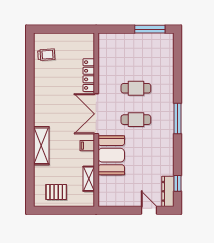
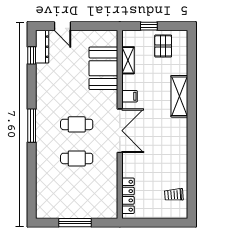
window: (150, 29) -> (75, 223), moved
locker: (89, 75) -> (128, 196), moved
booth: (111, 155) -> (103, 68), moved
pallet: (56, 192) -> (163, 46), turned 90
window: (69, 210) -> (149, 26), added

